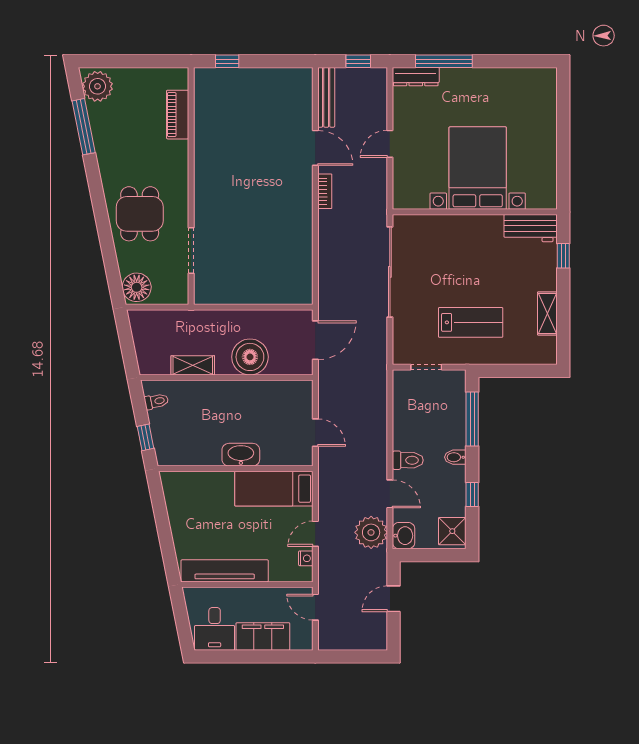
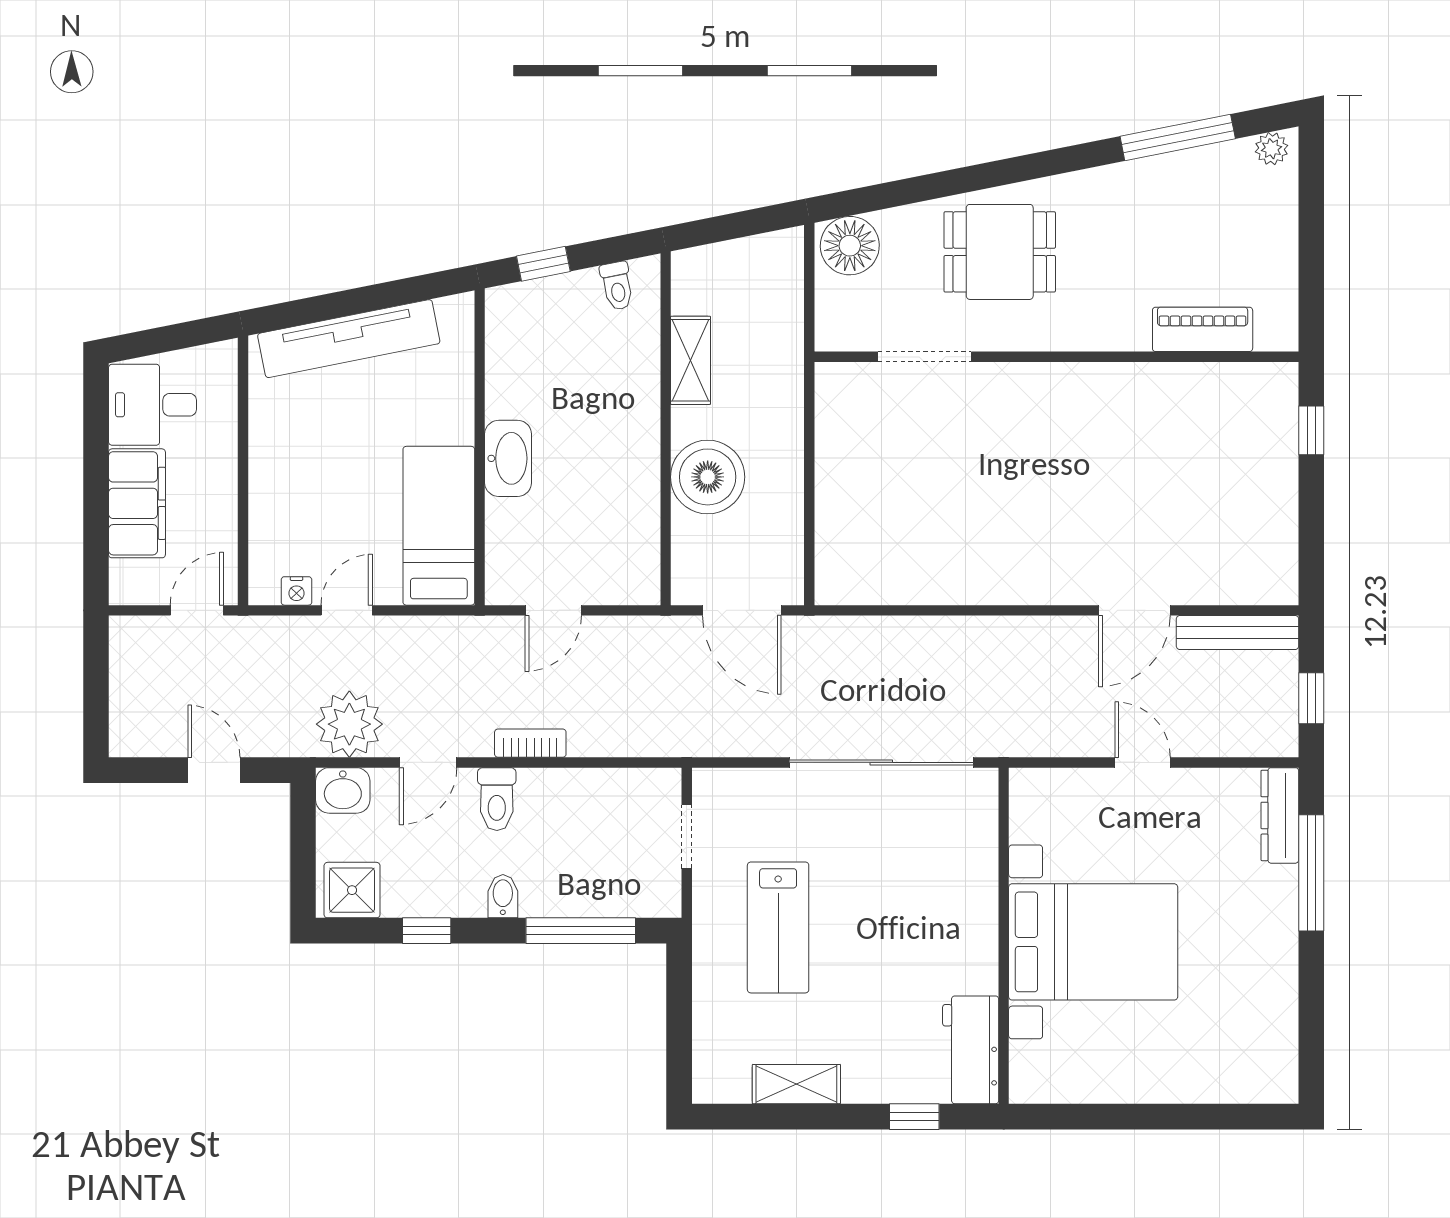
plant: (98, 86) -> (1272, 149), width x0.53, depth x0.53
bookcase: (325, 191) -> (530, 743), moved, turned 180
door: (315, 534) -> (347, 610), hinge flipped
tv unit: (225, 571) -> (349, 339), moved, turned 79

